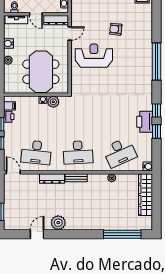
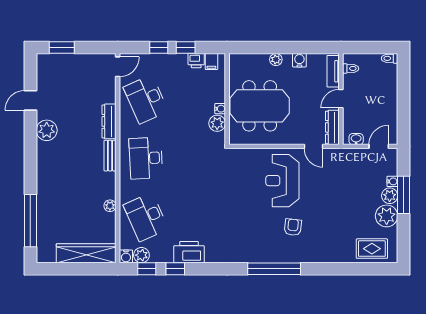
armchair: (116, 29) -> (293, 227), moved
reception desk: (94, 56) -> (282, 181), turned 180
window: (156, 110) -> (147, 269), moved
desk: (36, 152) -> (146, 99), turned -30
plant: (147, 155) -> (141, 255), added
door: (37, 234) -> (30, 100), swing flipped

